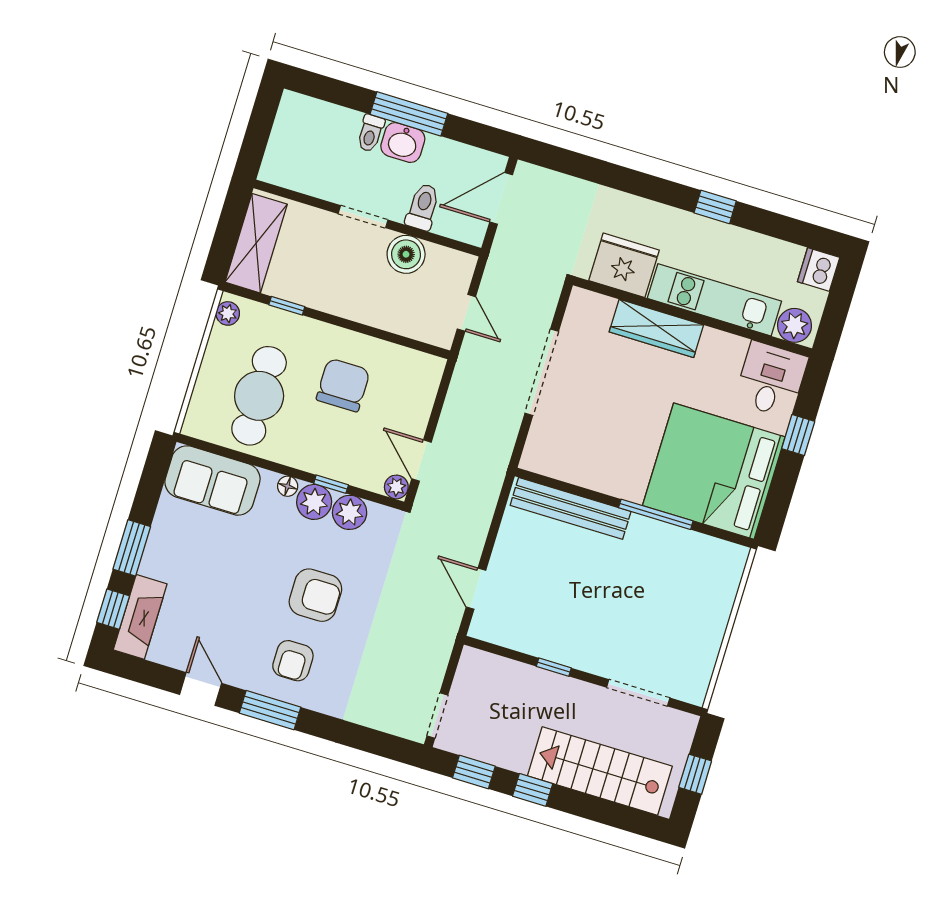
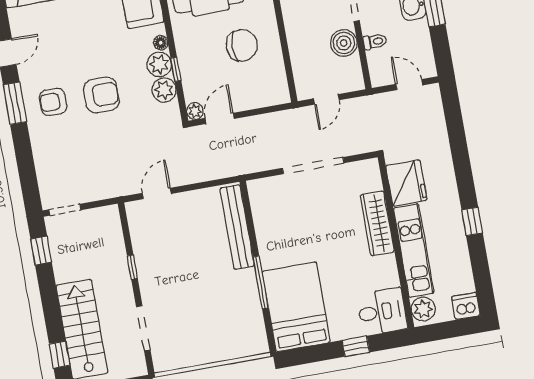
door: (501, 198) -> (409, 85), width x0.73
toilet: (423, 207) -> (375, 42), width x0.73, depth x0.72
bed: (714, 471) -> (296, 307), width x0.73
armchair: (315, 595) -> (101, 95), turned -90
window: (533, 790) -> (60, 355), moved

